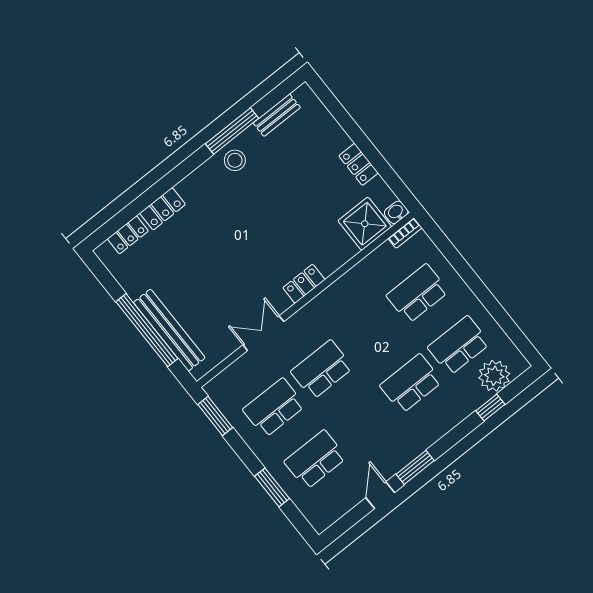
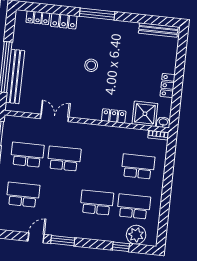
bench: (277, 115) -> (158, 30), width x1.36
window: (232, 131) -> (97, 14), moved
stool: (235, 160) -> (91, 65), moved
locker: (304, 284) -> (114, 116), moved

